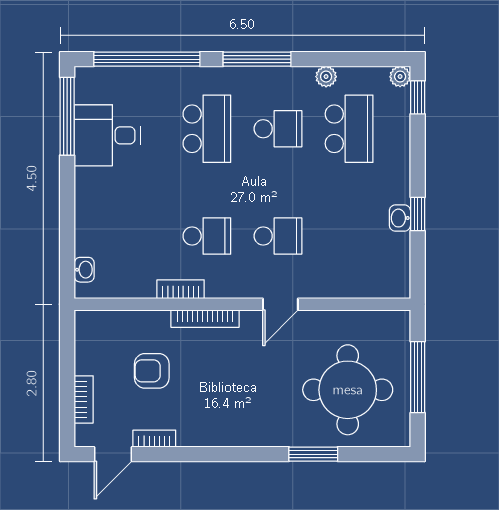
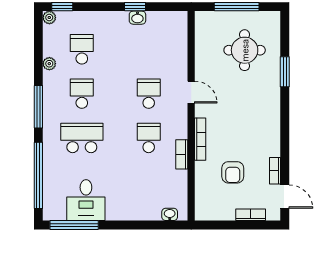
school desk: (349, 129) -> (82, 49), width x0.54
round table: (348, 390) -> (245, 50), width x0.73, depth x0.73

